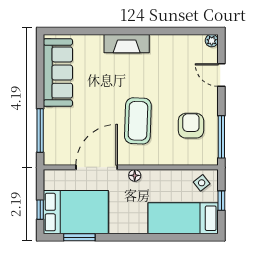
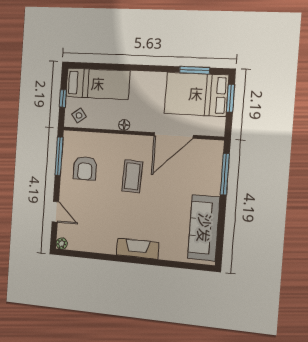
coffee table: (138, 121) -> (132, 176), width x0.73, depth x0.76
floor lamp: (135, 175) -> (124, 125), moved
window: (40, 210) -> (231, 98), width x1.50

